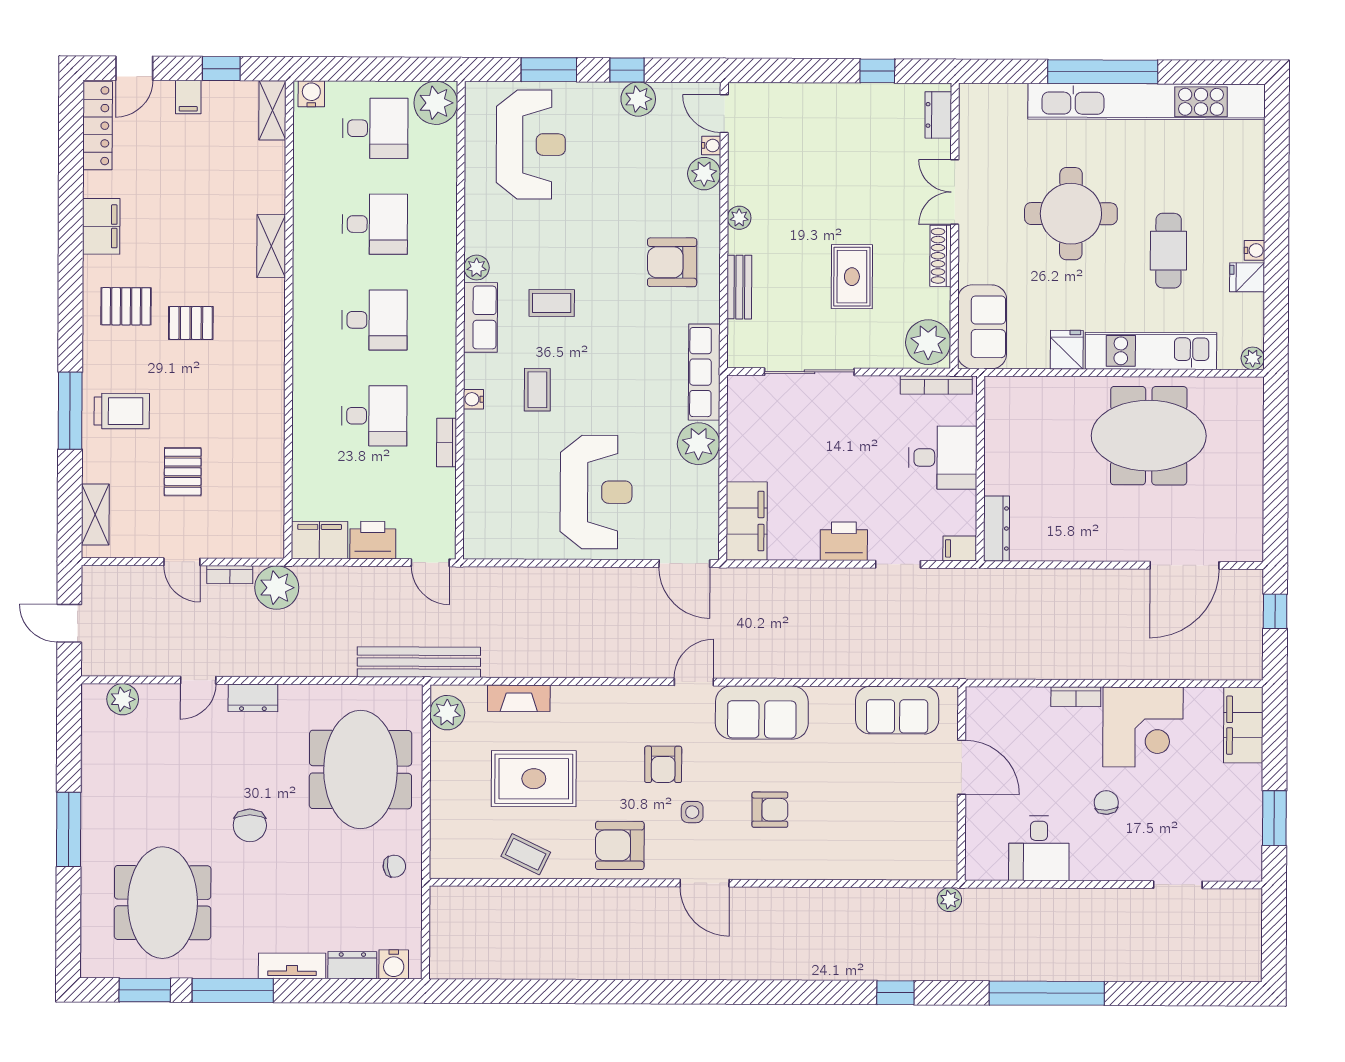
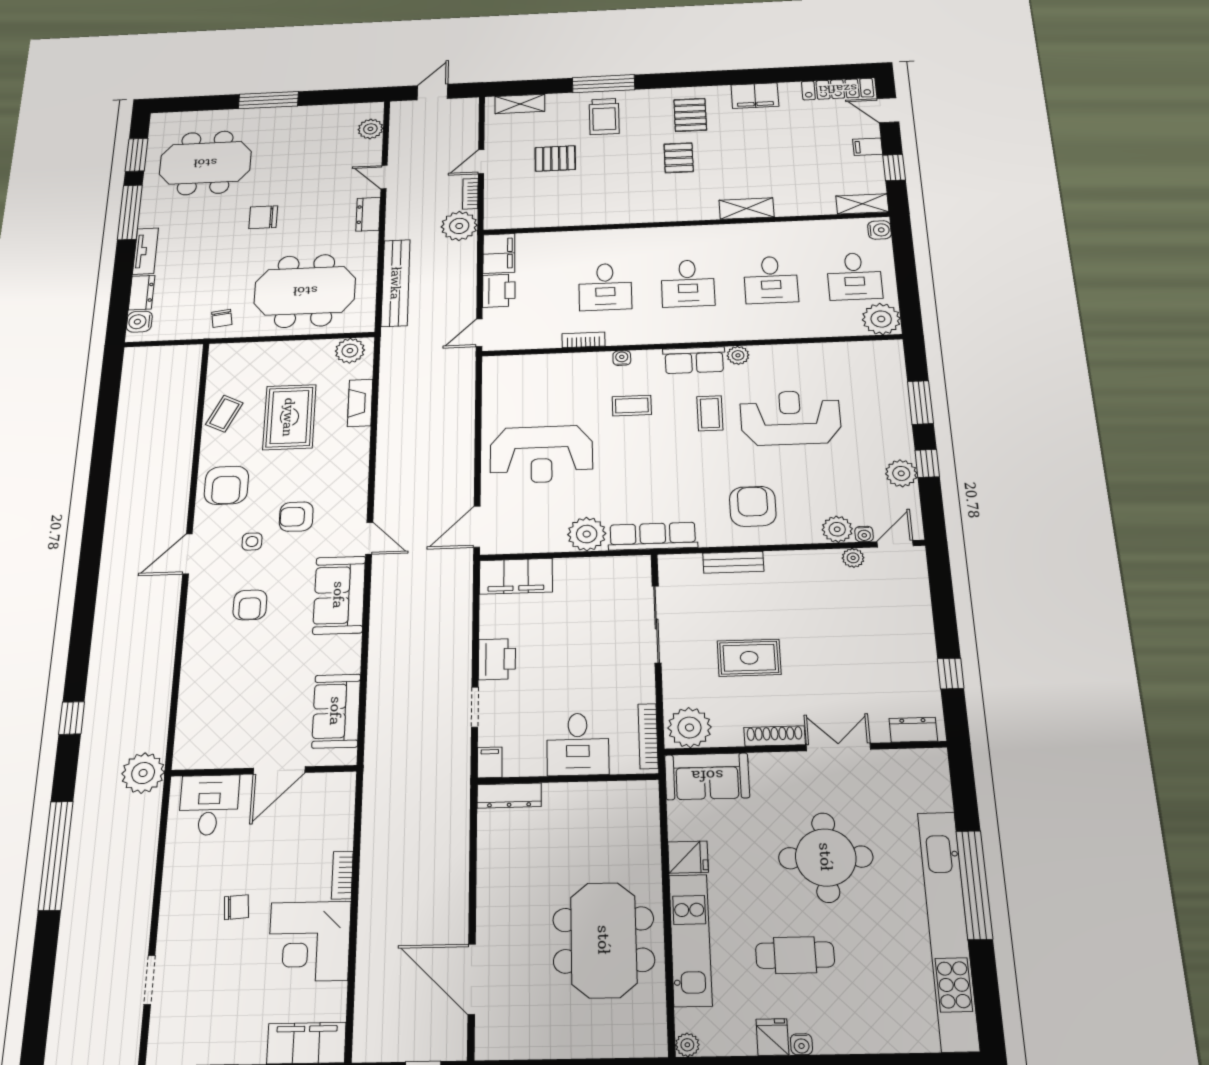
reception desk: (531, 144) -> (790, 418), moved, turned 180
plant: (739, 218) -> (853, 558), moved
bench: (419, 662) -> (396, 283), moved
armchair: (620, 845) -> (226, 485), turned 180
desk: (1039, 848) -> (209, 805), moved, turned 90
plant: (949, 900) -> (143, 773), width x1.88, depth x1.88

